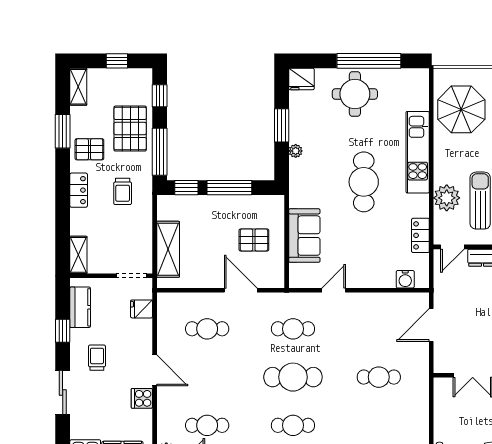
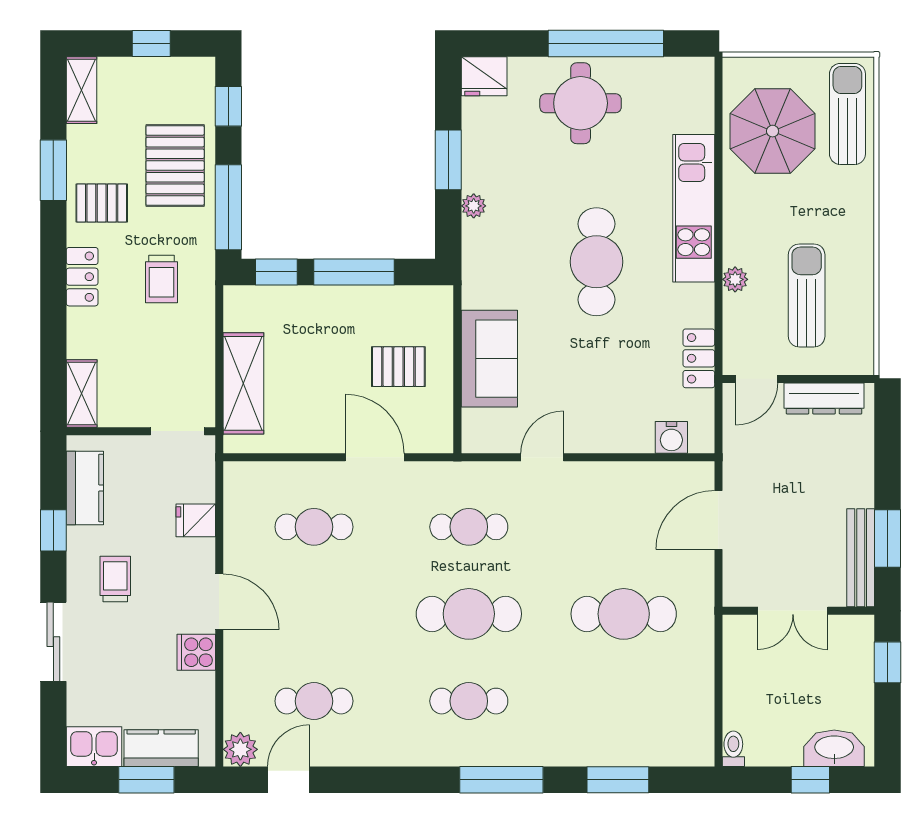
plant: (447, 198) -> (735, 279), width x0.53, depth x0.53
fridge: (142, 309) -> (196, 520), moved
cafe table: (379, 377) -> (624, 614), width x1.37, depth x1.35

